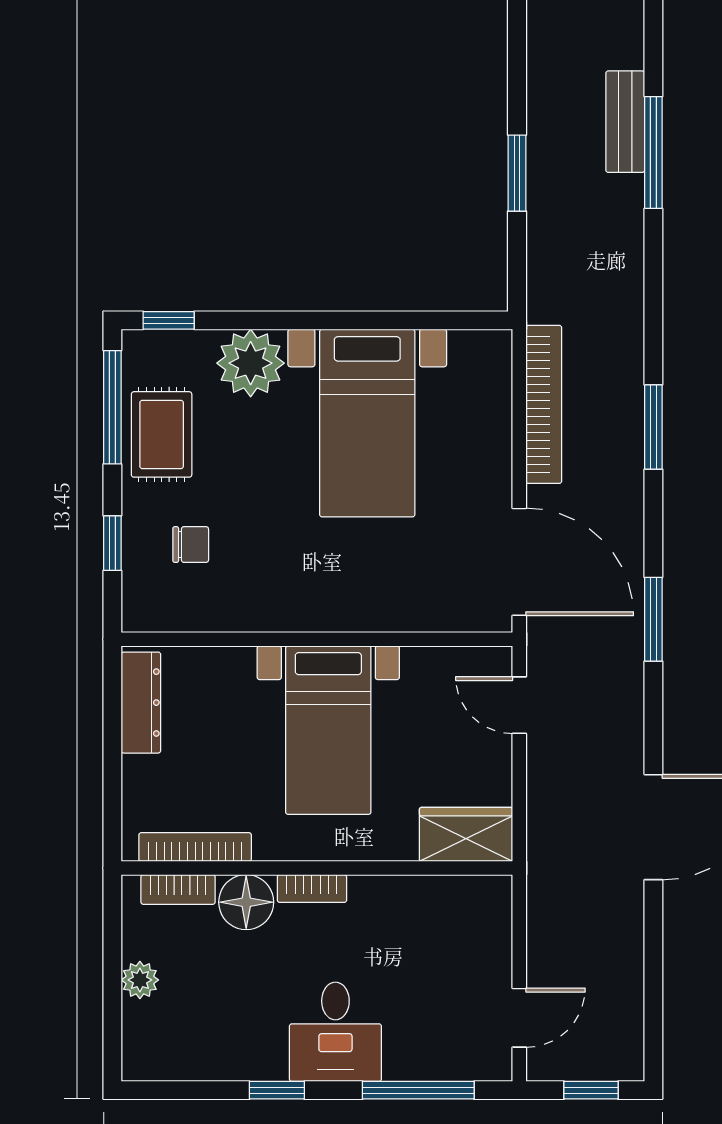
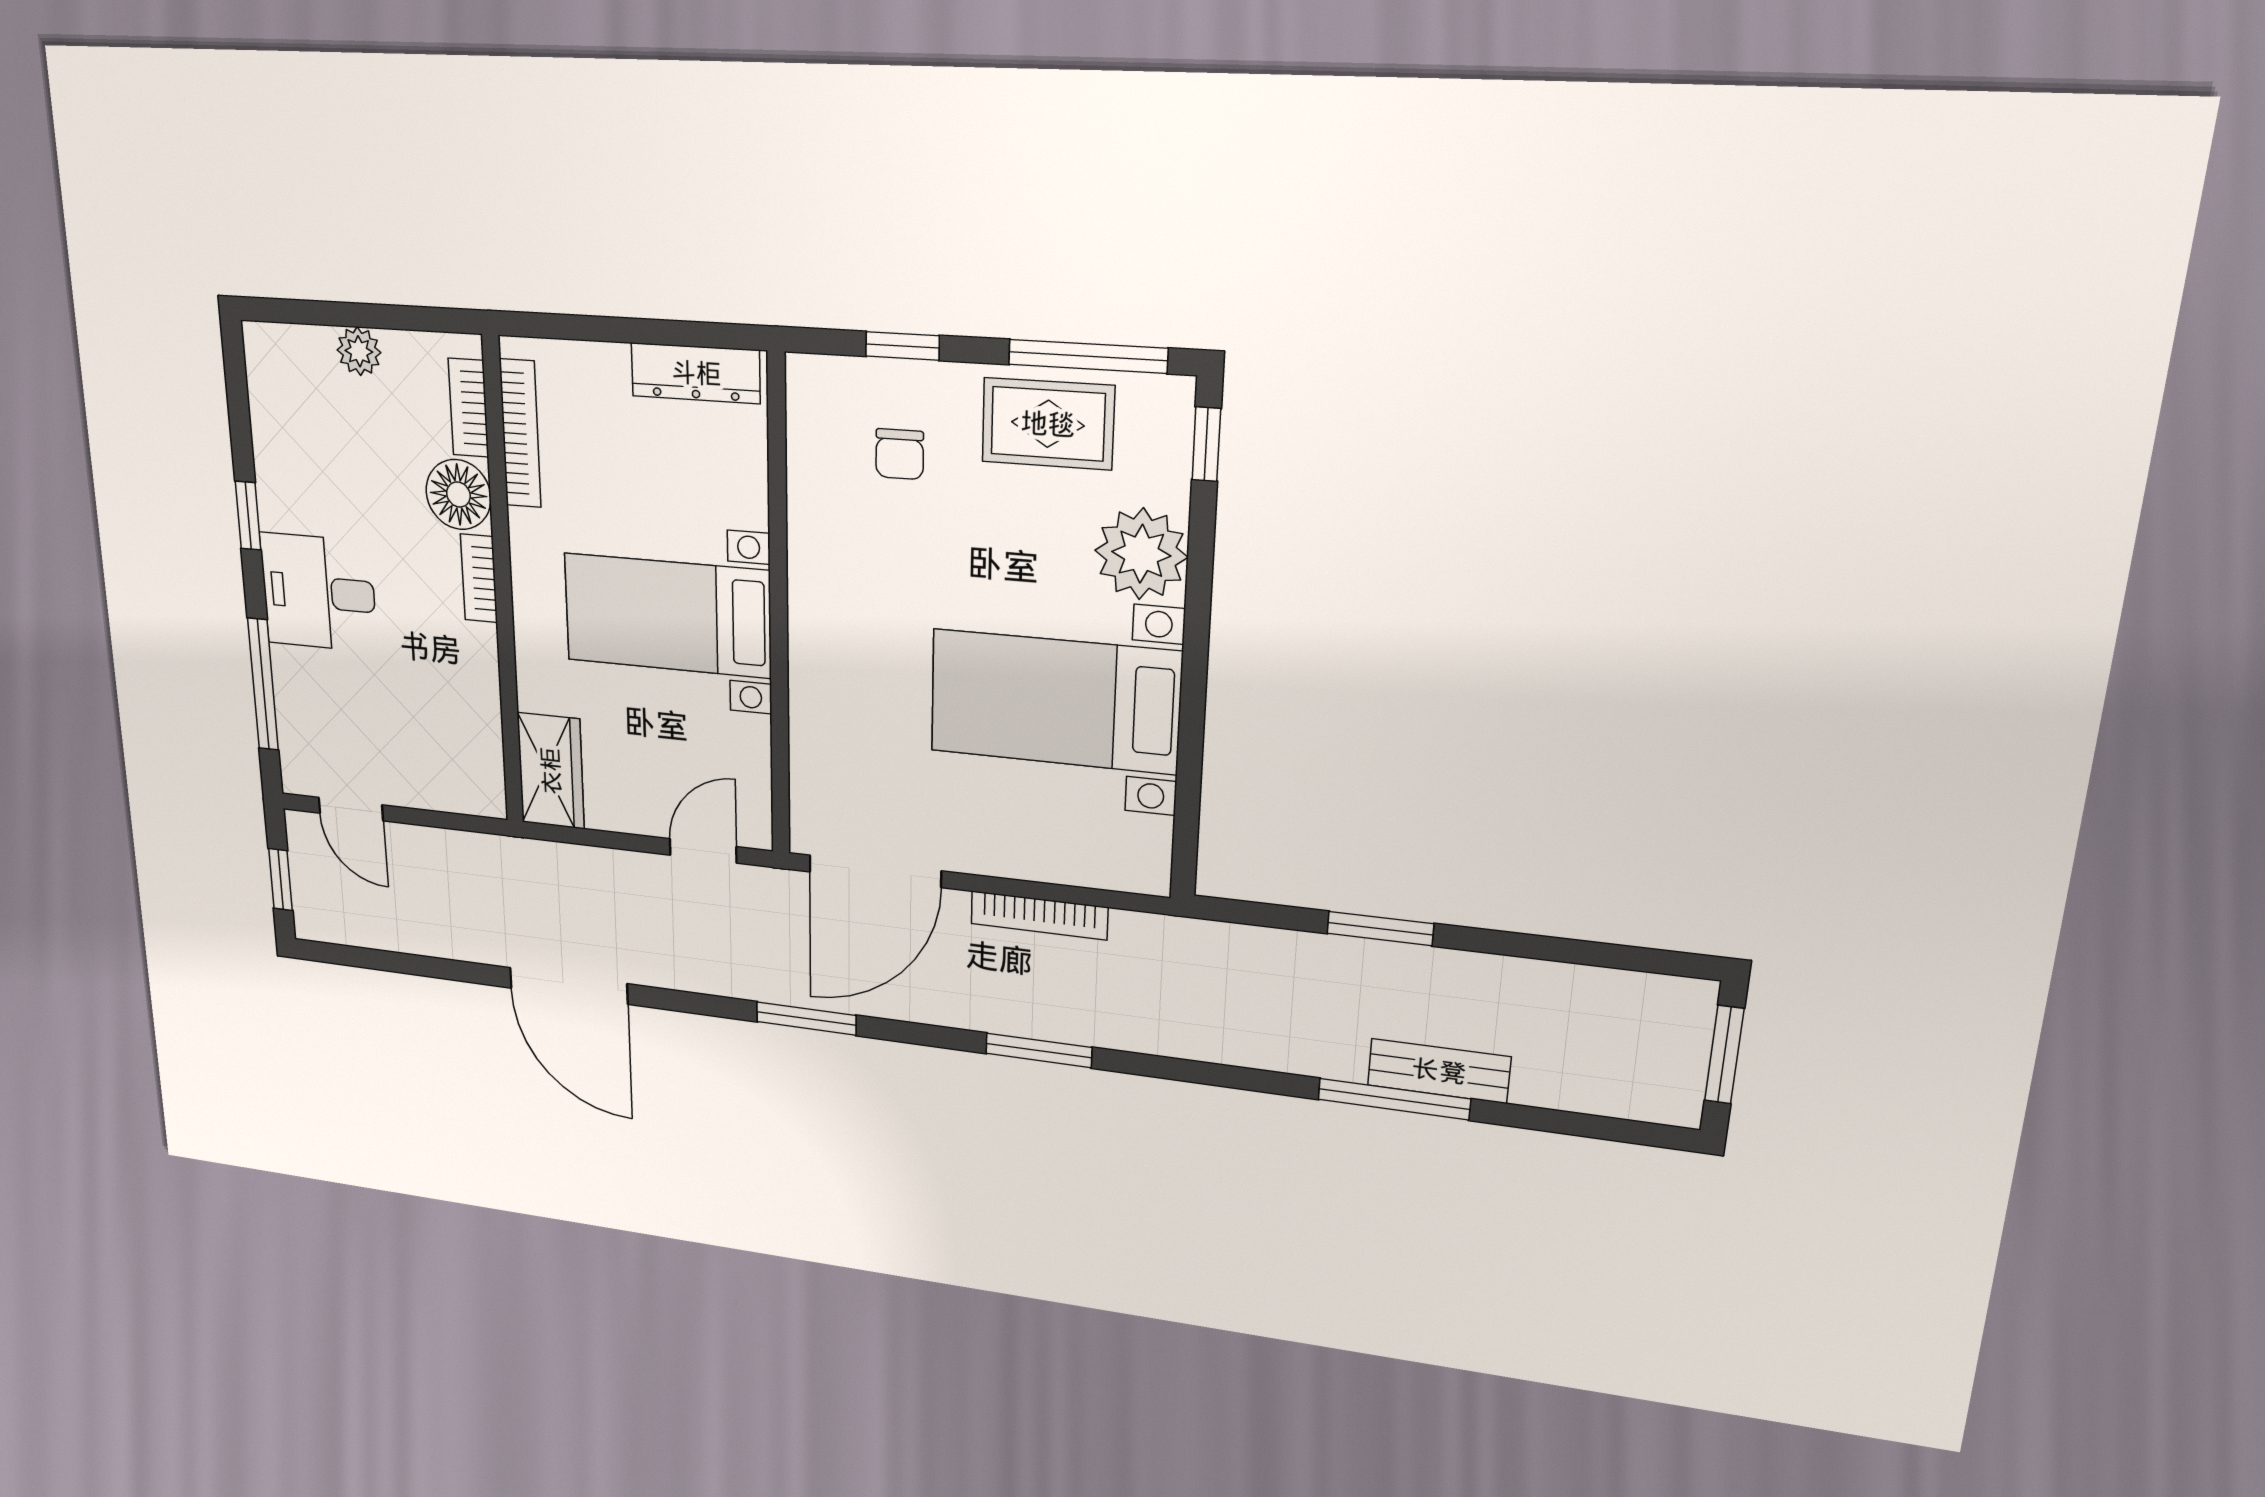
bookcase: (544, 404) -> (1039, 915), width x0.68, depth x0.76

